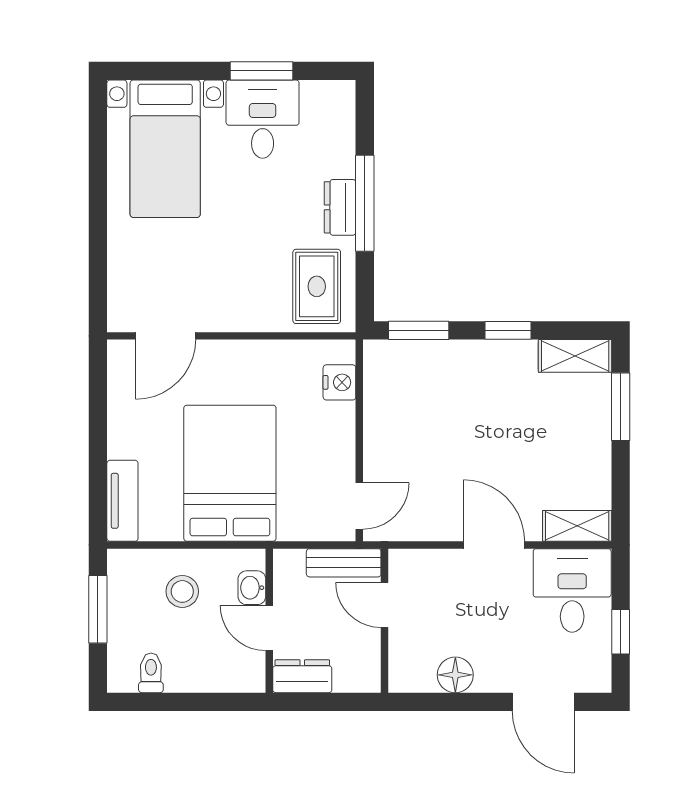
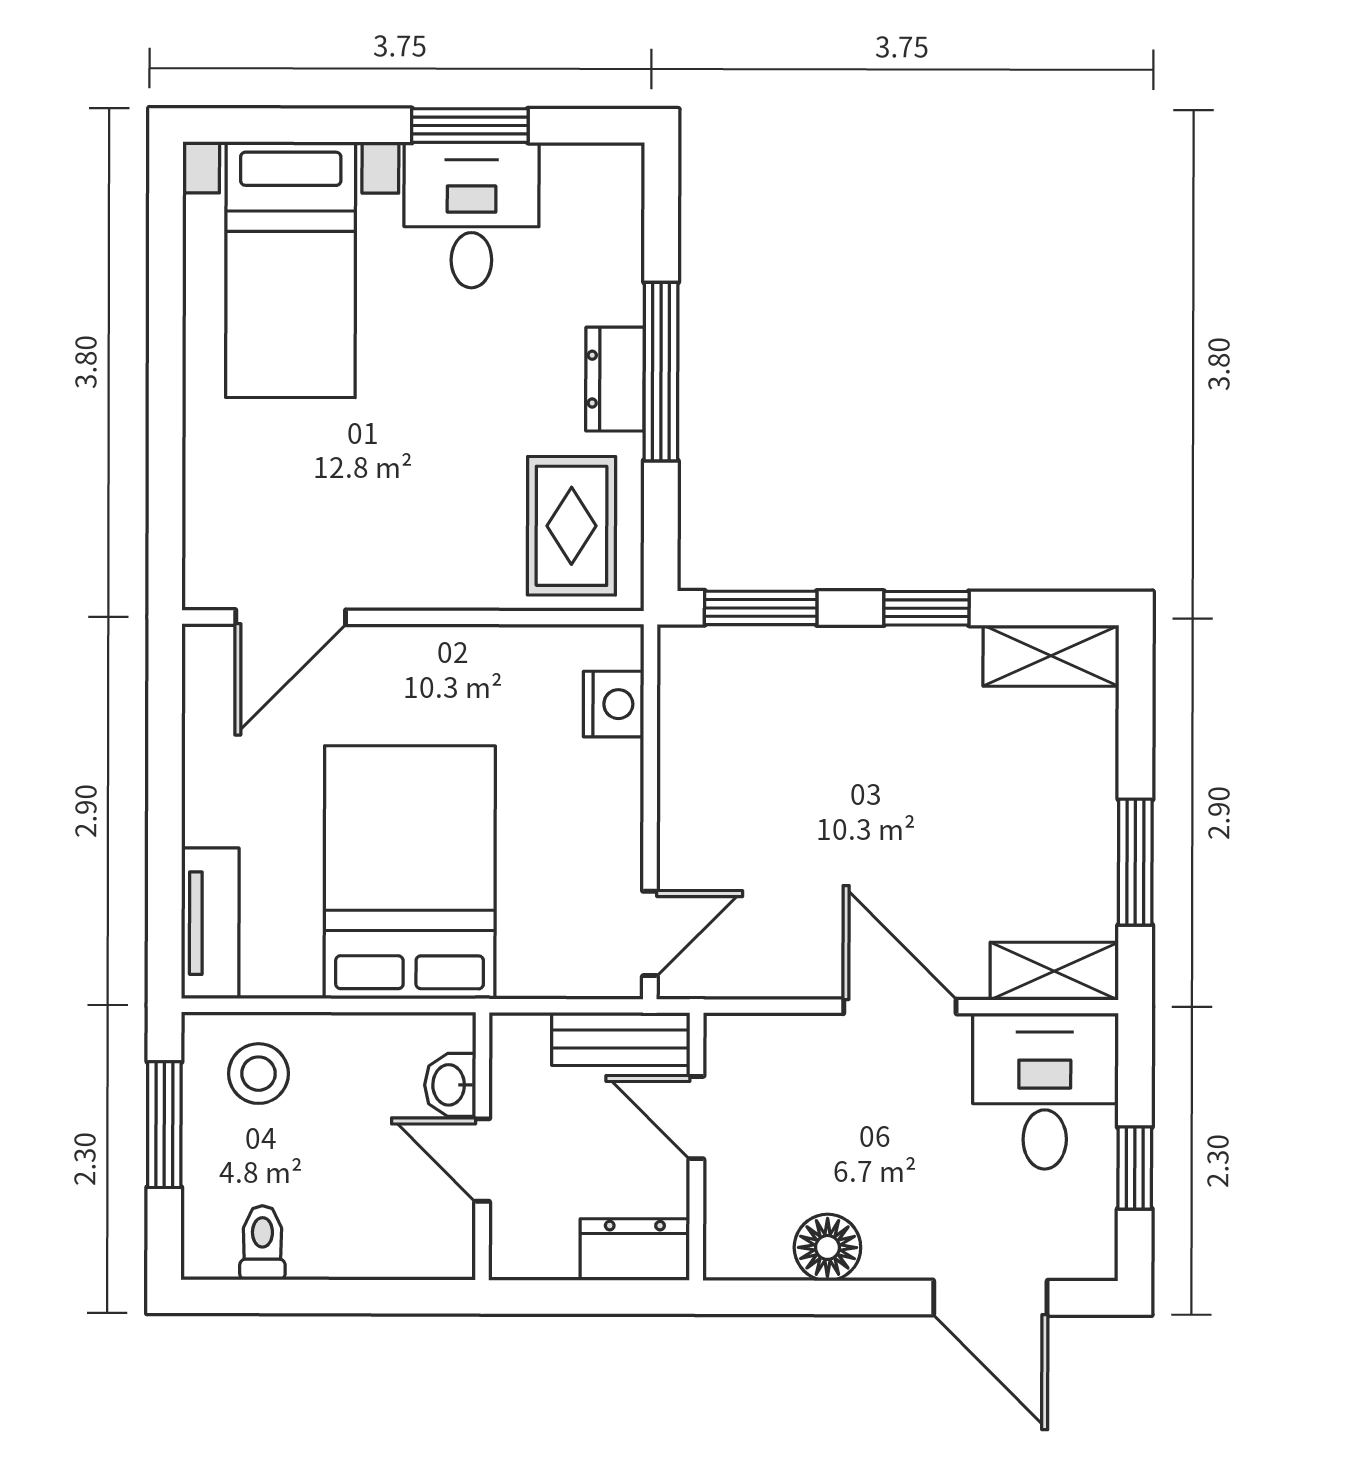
window: (621, 407) -> (1135, 862), moved
stool: (182, 591) -> (259, 1074), moved
dresser: (302, 676) -> (635, 1250), moved

